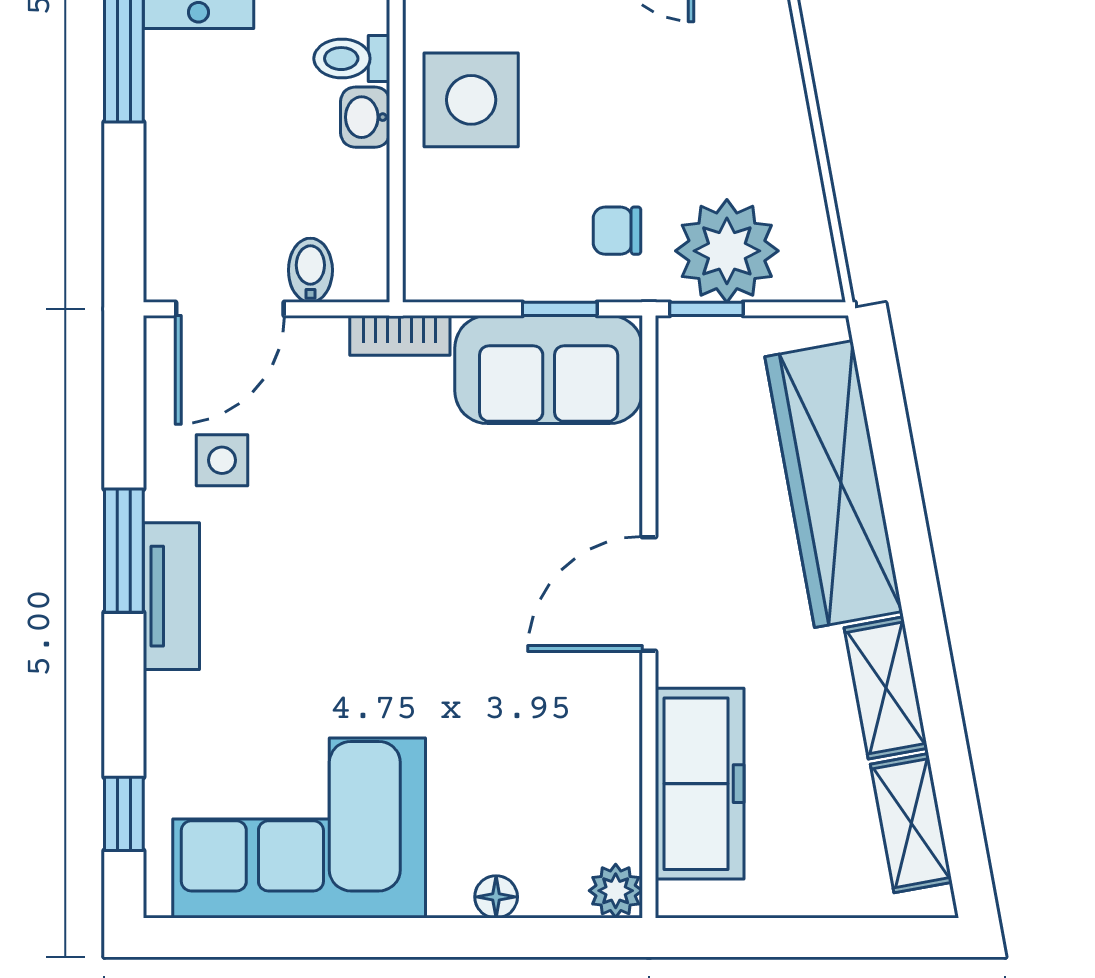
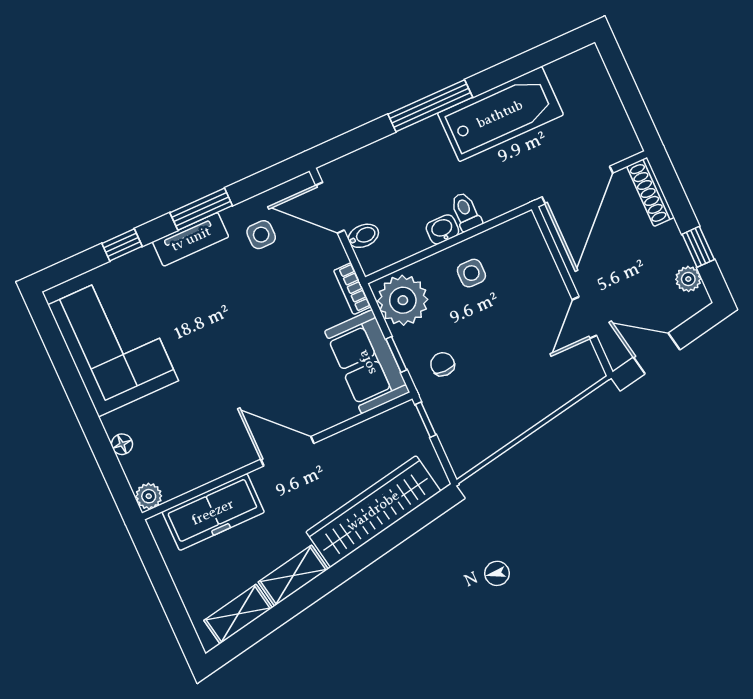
side table: (471, 100) -> (471, 273), width x0.54, depth x0.54
plant: (727, 251) -> (403, 300), moved
window: (124, 814) -> (122, 245), moved

